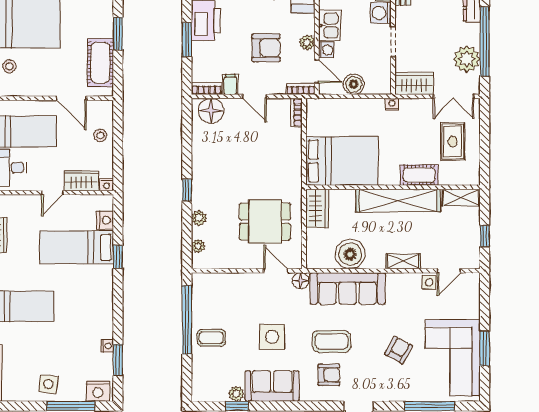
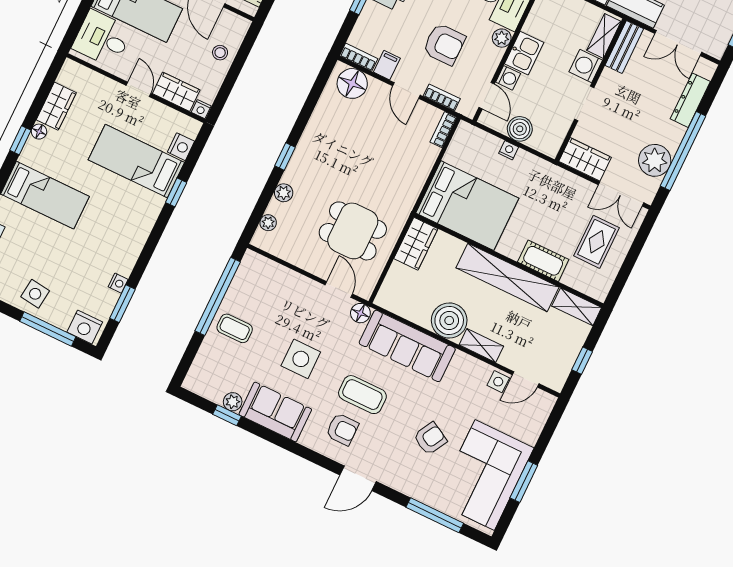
plant: (307, 42) -> (502, 38), moved
bookcase: (300, 89) -> (442, 97), moved
nightstand: (392, 104) -> (509, 150), moved
door: (52, 193) -> (139, 89), swing flipped
boiler: (350, 254) -> (449, 320), moved

